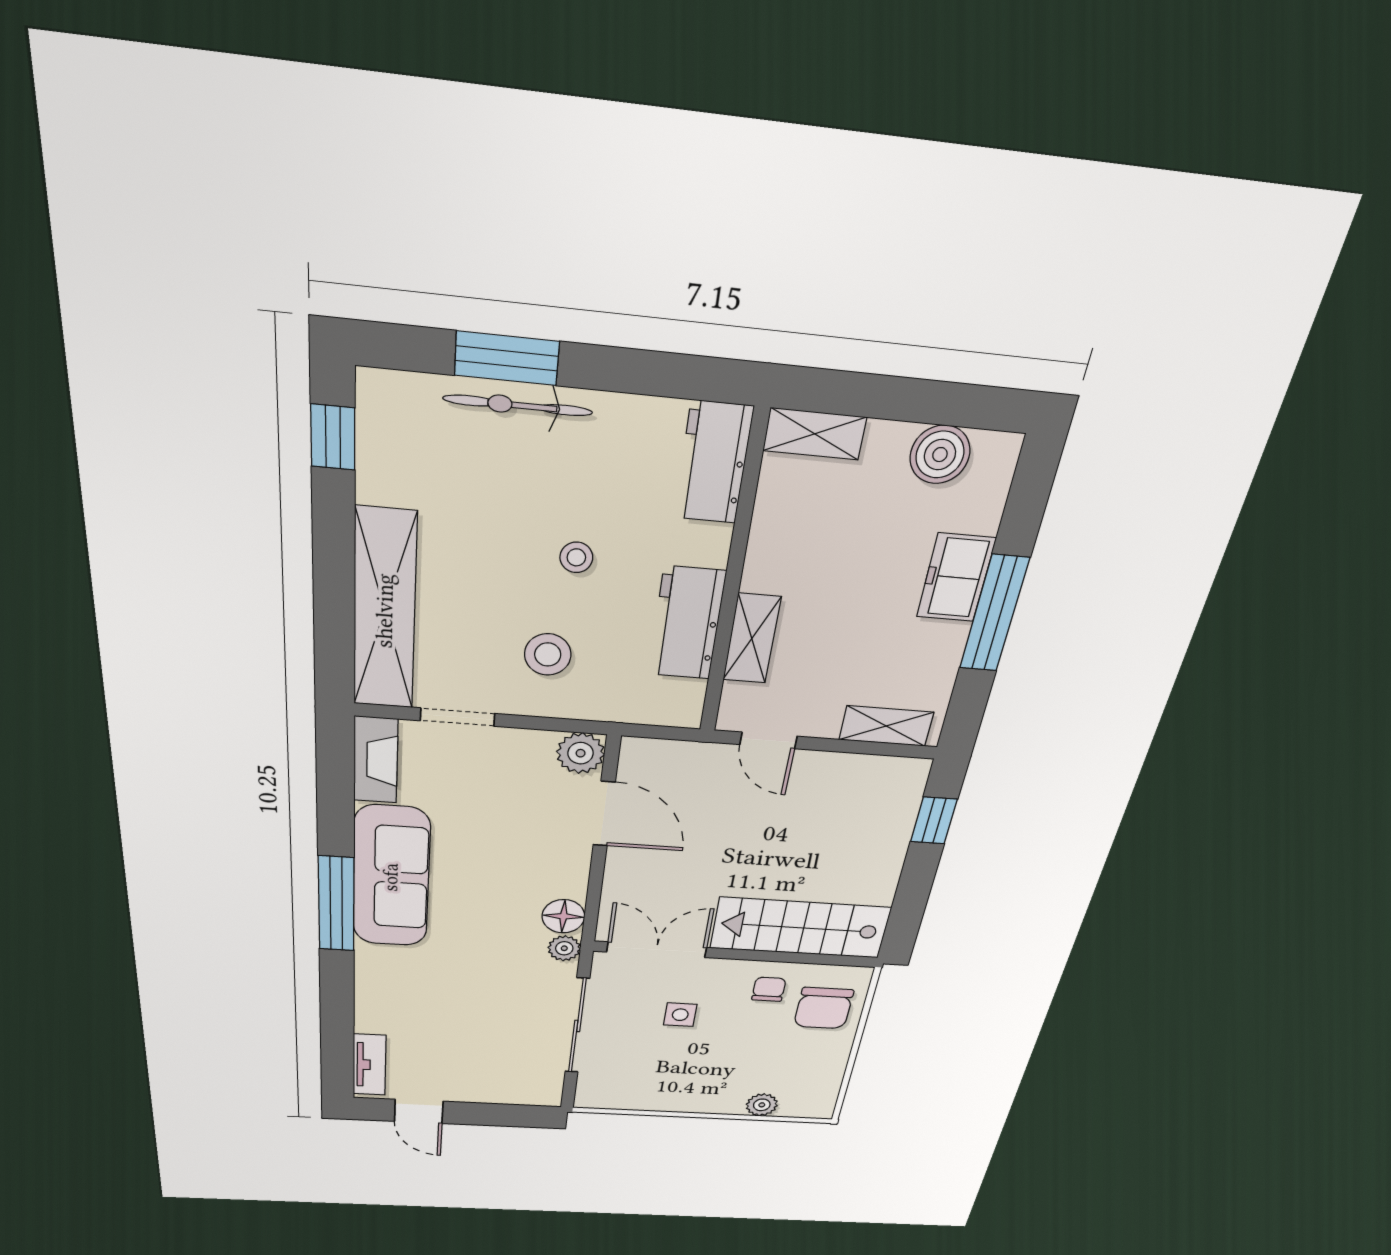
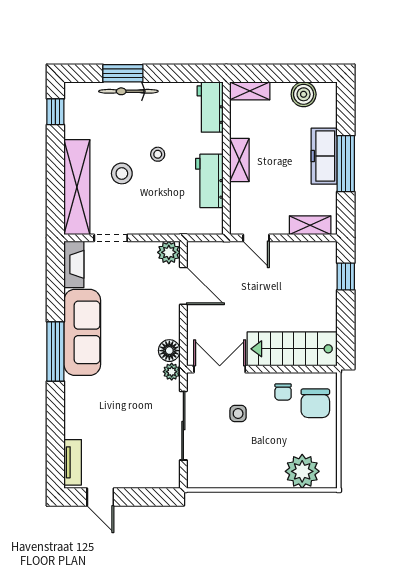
freezer: (956, 578) -> (324, 156), width x1.40
shelving: (752, 639) -> (239, 160), moved
stool: (548, 654) -> (122, 173), moved
chair: (769, 989) -> (283, 392), turned 180
plant: (762, 1105) -> (302, 471), width x1.88, depth x1.88

